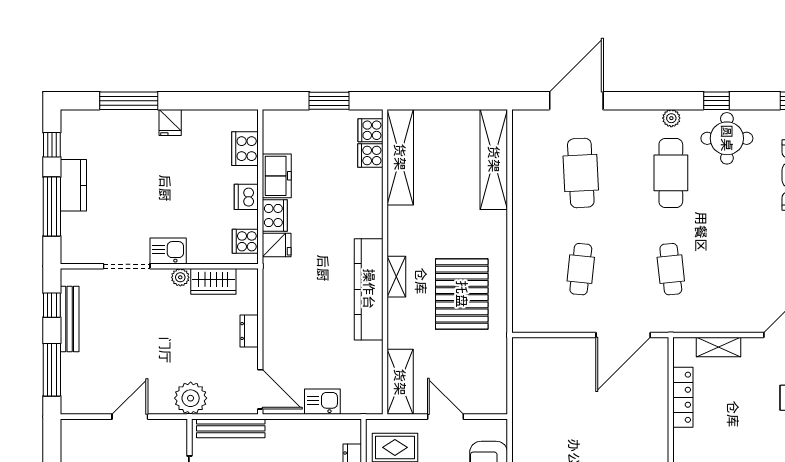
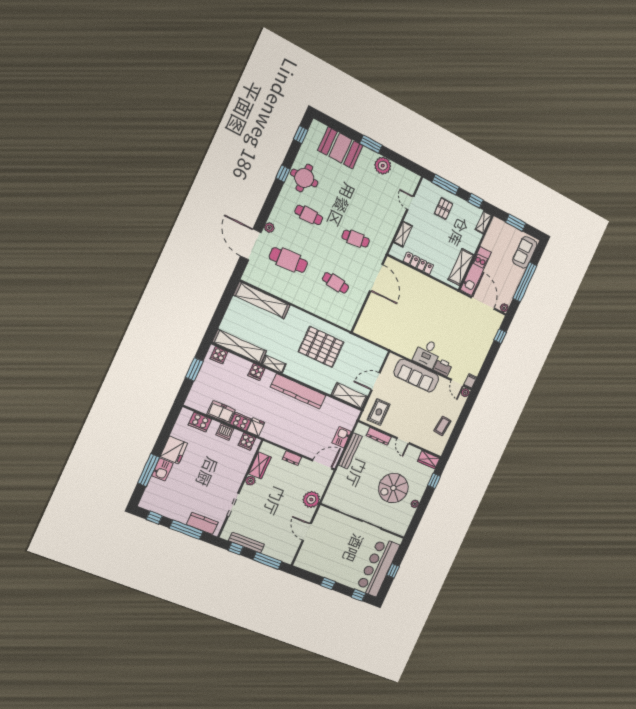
plant: (671, 118) -> (269, 228), moved
fridge: (170, 122) -> (174, 450), width x1.88, depth x1.34
cooker: (370, 155) -> (257, 372), moved
cafe table: (671, 173) -> (309, 215), width x0.73, depth x0.74
kitchen counter: (73, 185) -> (202, 523), moved
kitchen sink: (168, 251) -> (162, 469), moved, turned 180
shelving: (396, 277) -> (274, 364), moved
bench: (231, 428) -> (350, 451), moved

